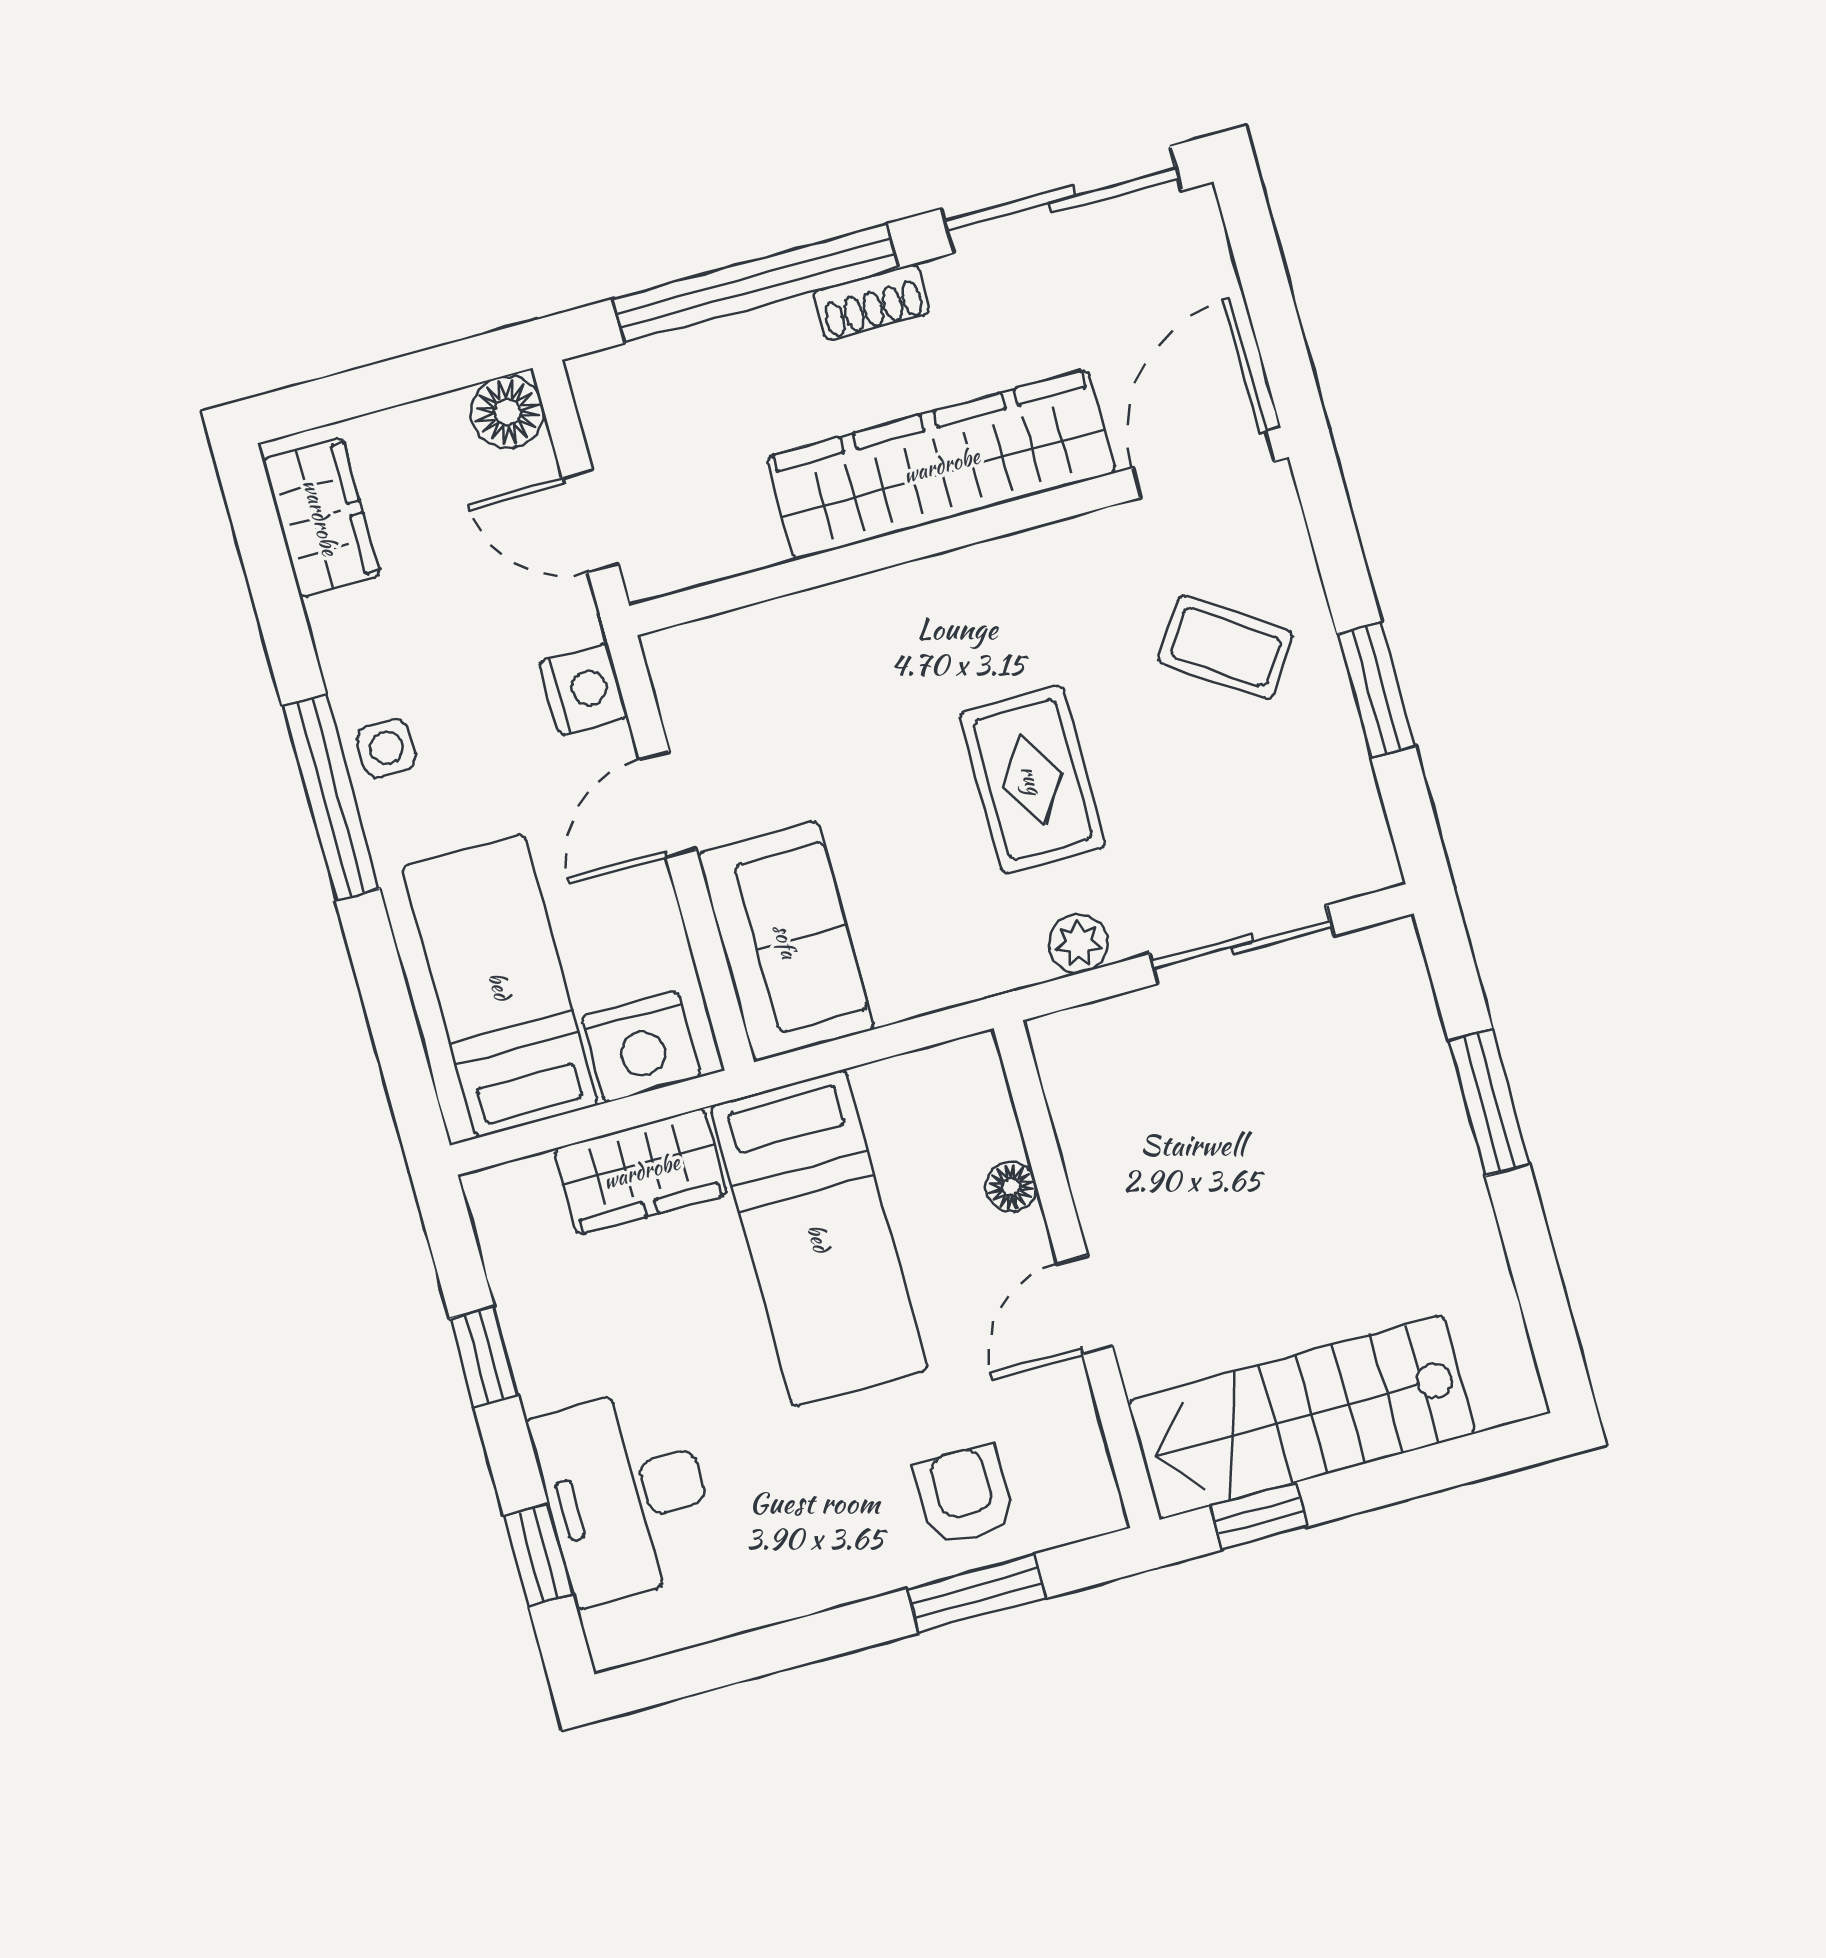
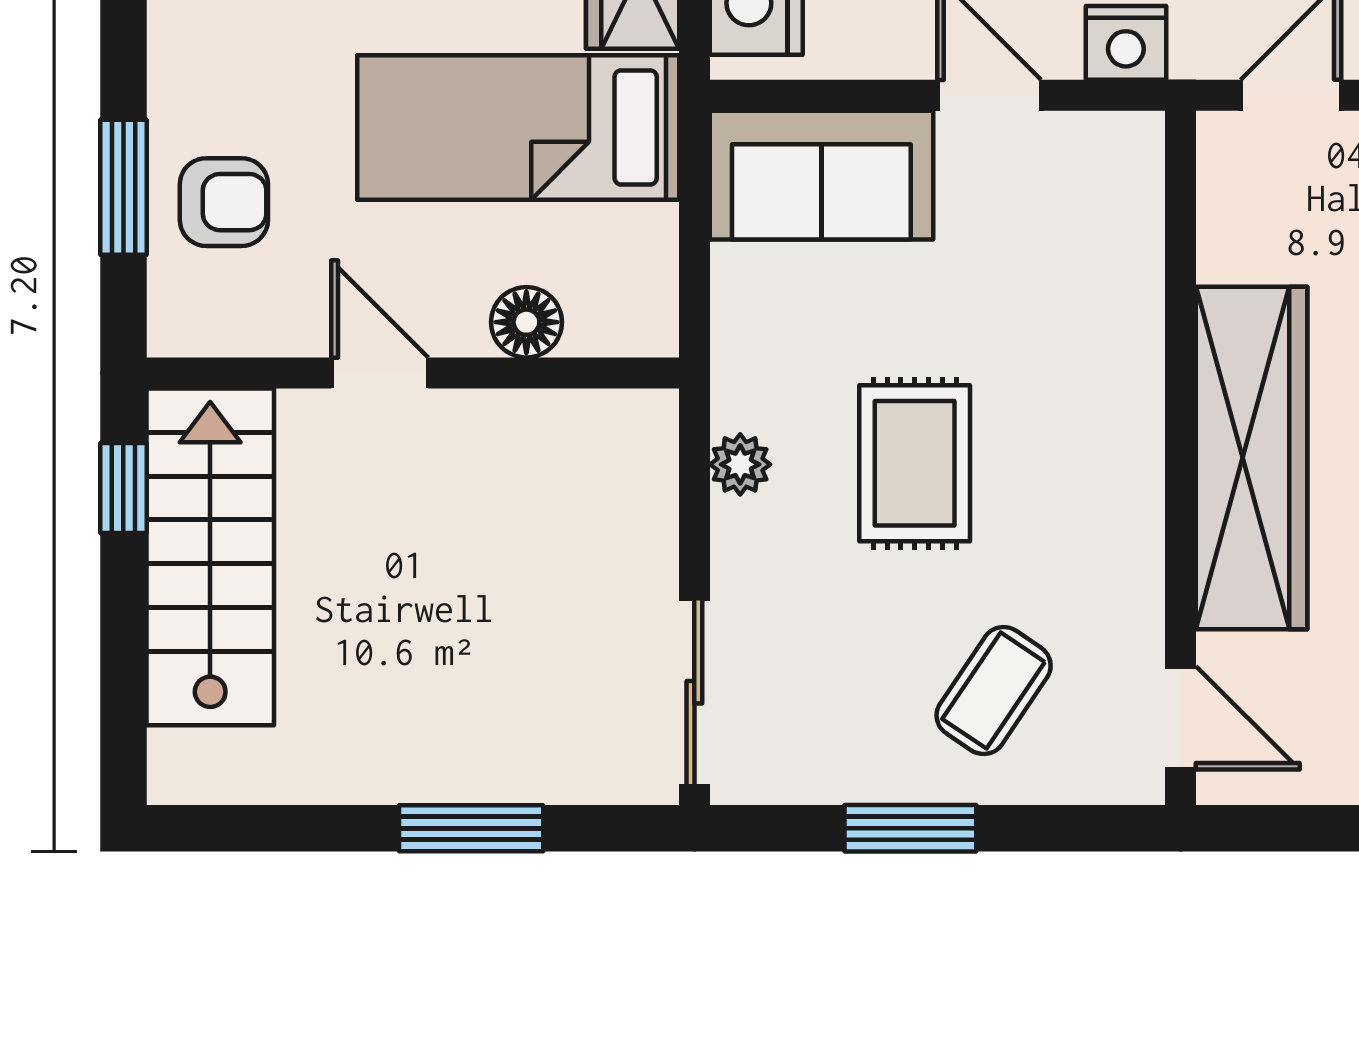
door: (1203, 465) -> (1181, 718), width x0.73
rug: (1032, 780) -> (915, 463), turned 90
sliding door: (1242, 945) -> (694, 692), moved
floor lamp: (1011, 1187) -> (526, 322), width x1.37, depth x1.37

